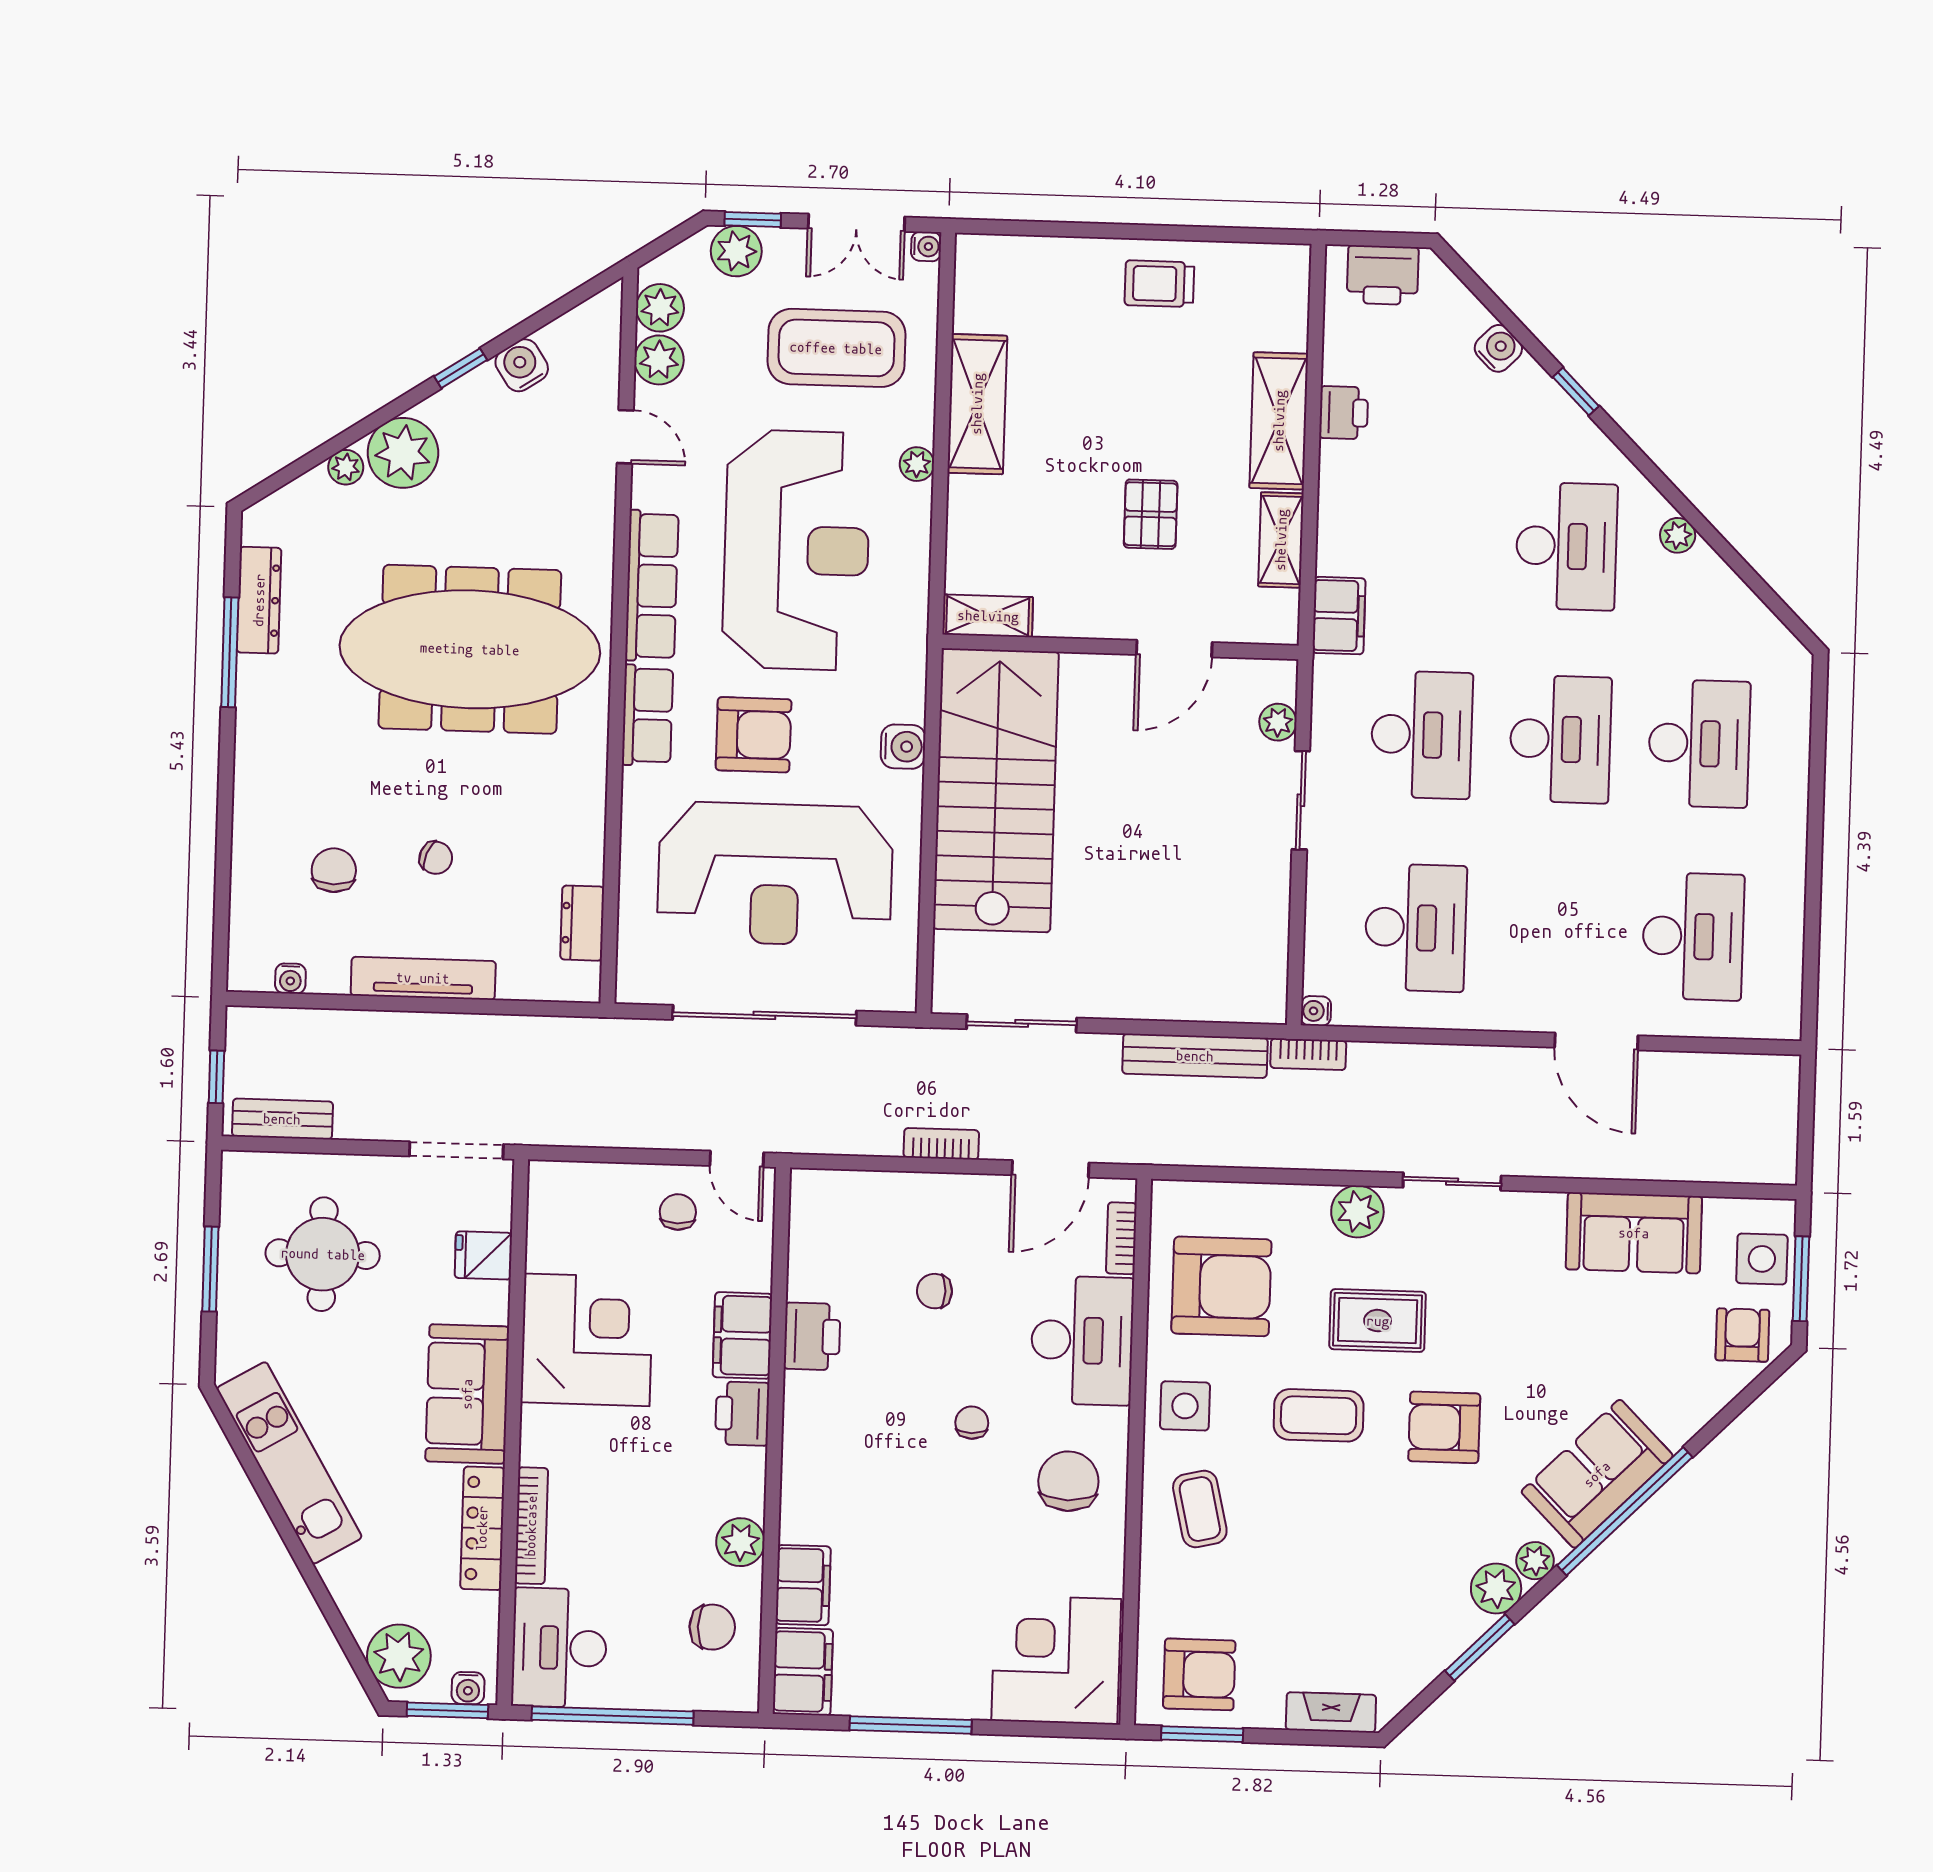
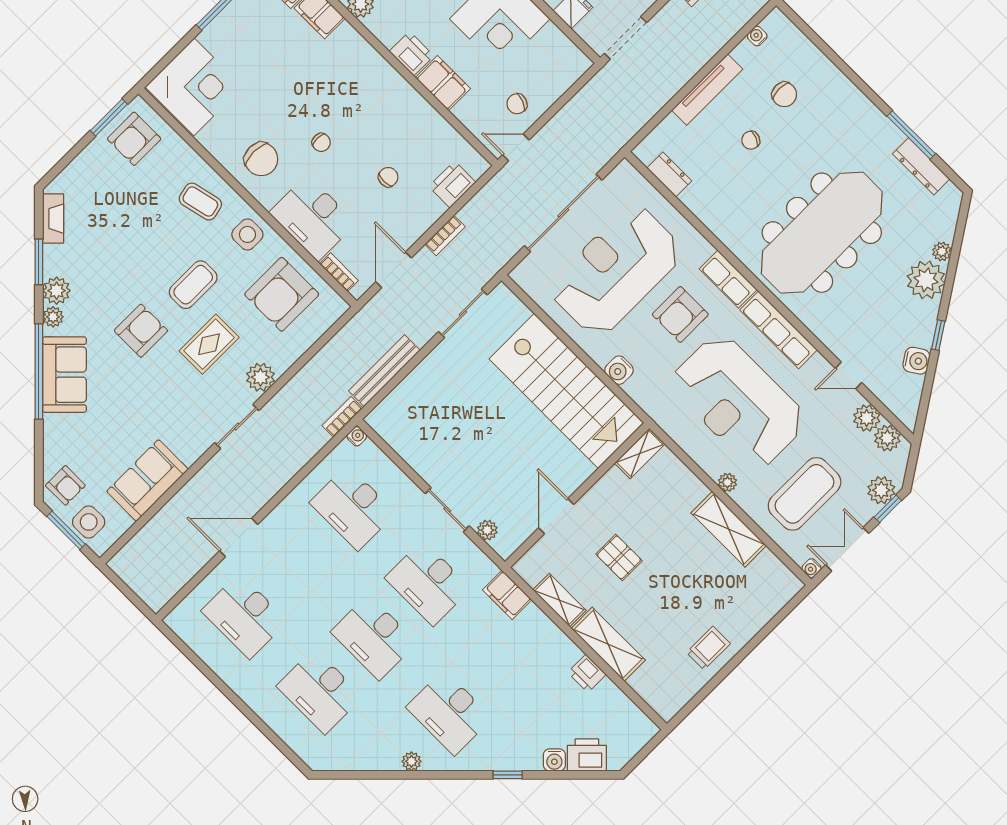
printer: (1383, 275) -> (587, 755), moved, turned 45
chair: (678, 1212) -> (517, 104), turned 111
printer: (812, 1336) -> (452, 184), moved, turned 90
fireplace: (1331, 1712) -> (53, 219), moved, turned -45

